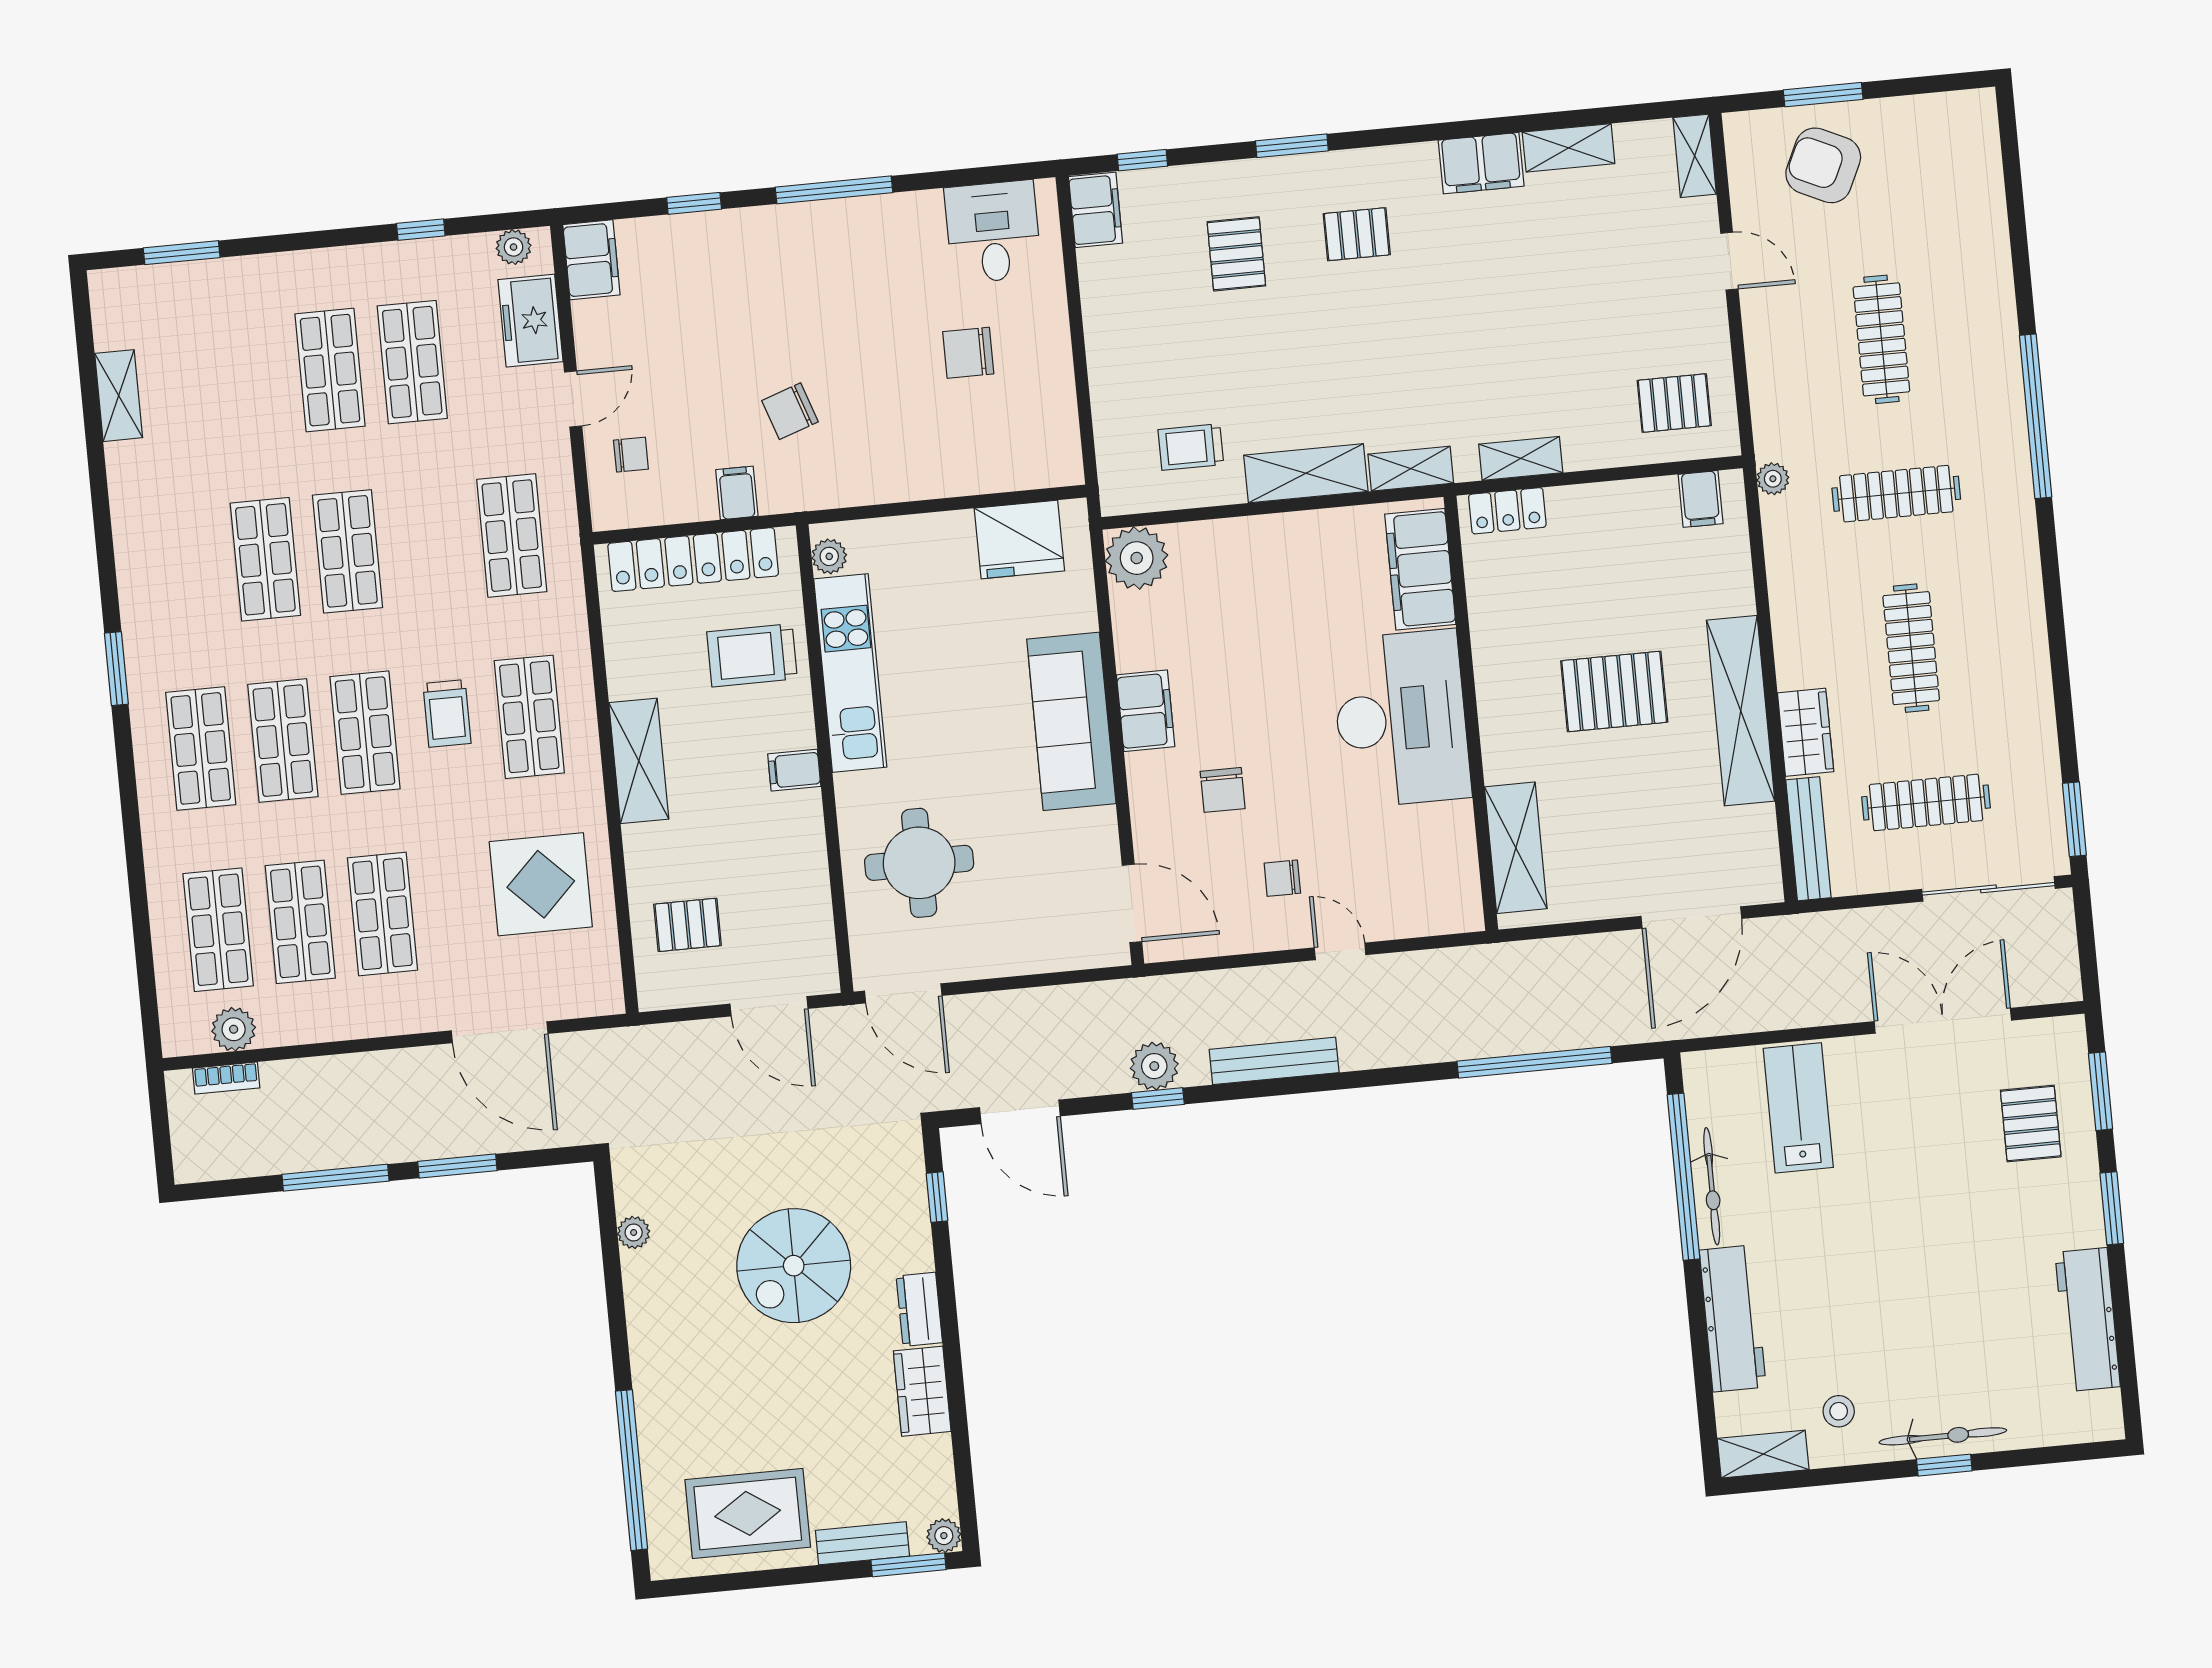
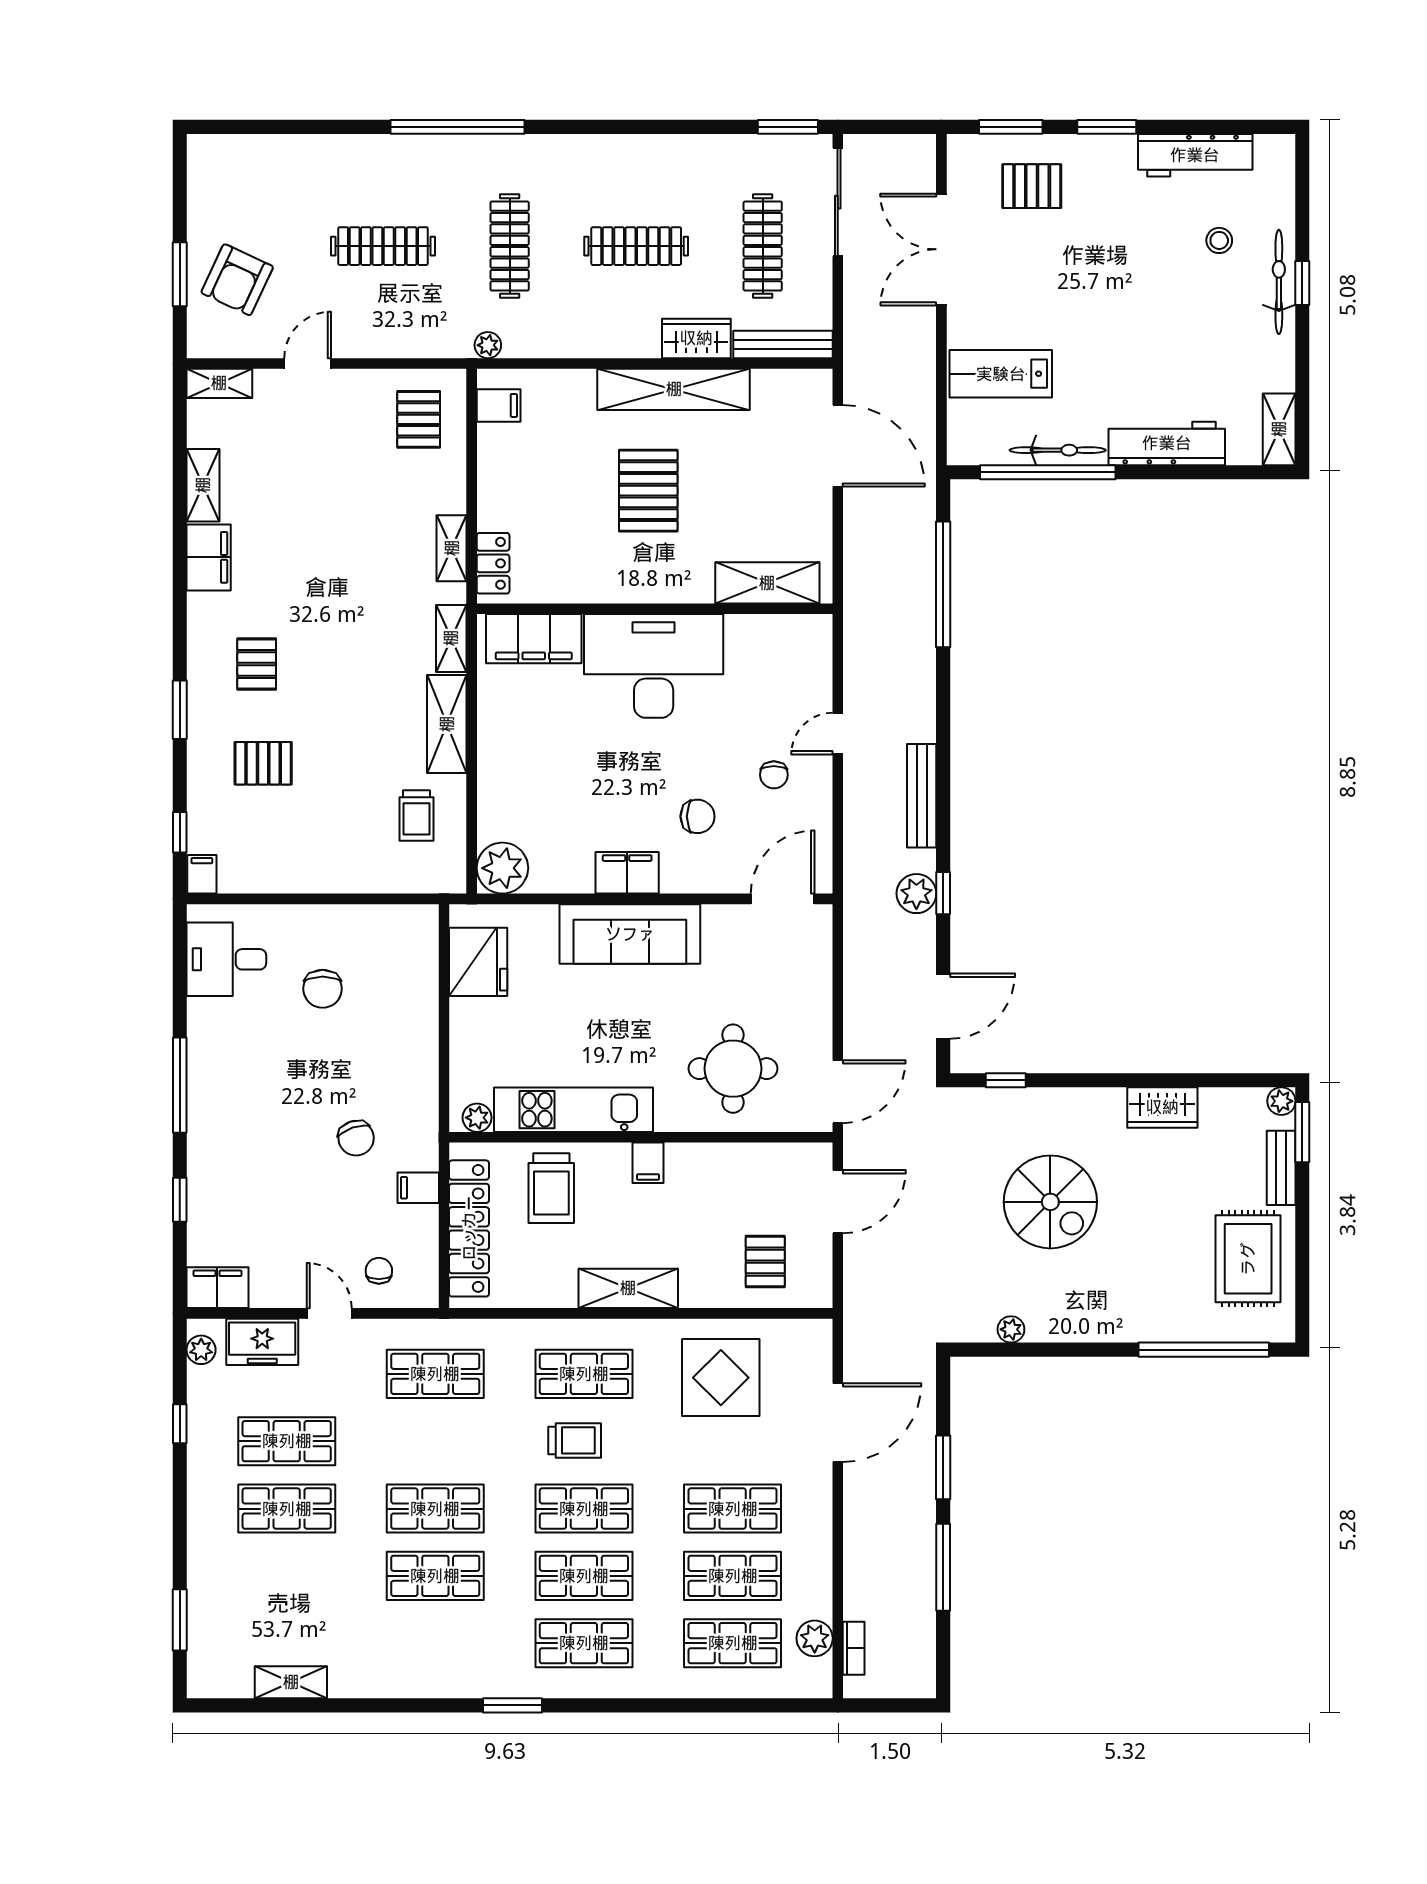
filing cabinet: (1096, 210) -> (202, 874), width x0.50
dresser: (919, 1309) -> (1096, 1103), removed
stool: (1839, 1411) -> (1219, 240), moved

